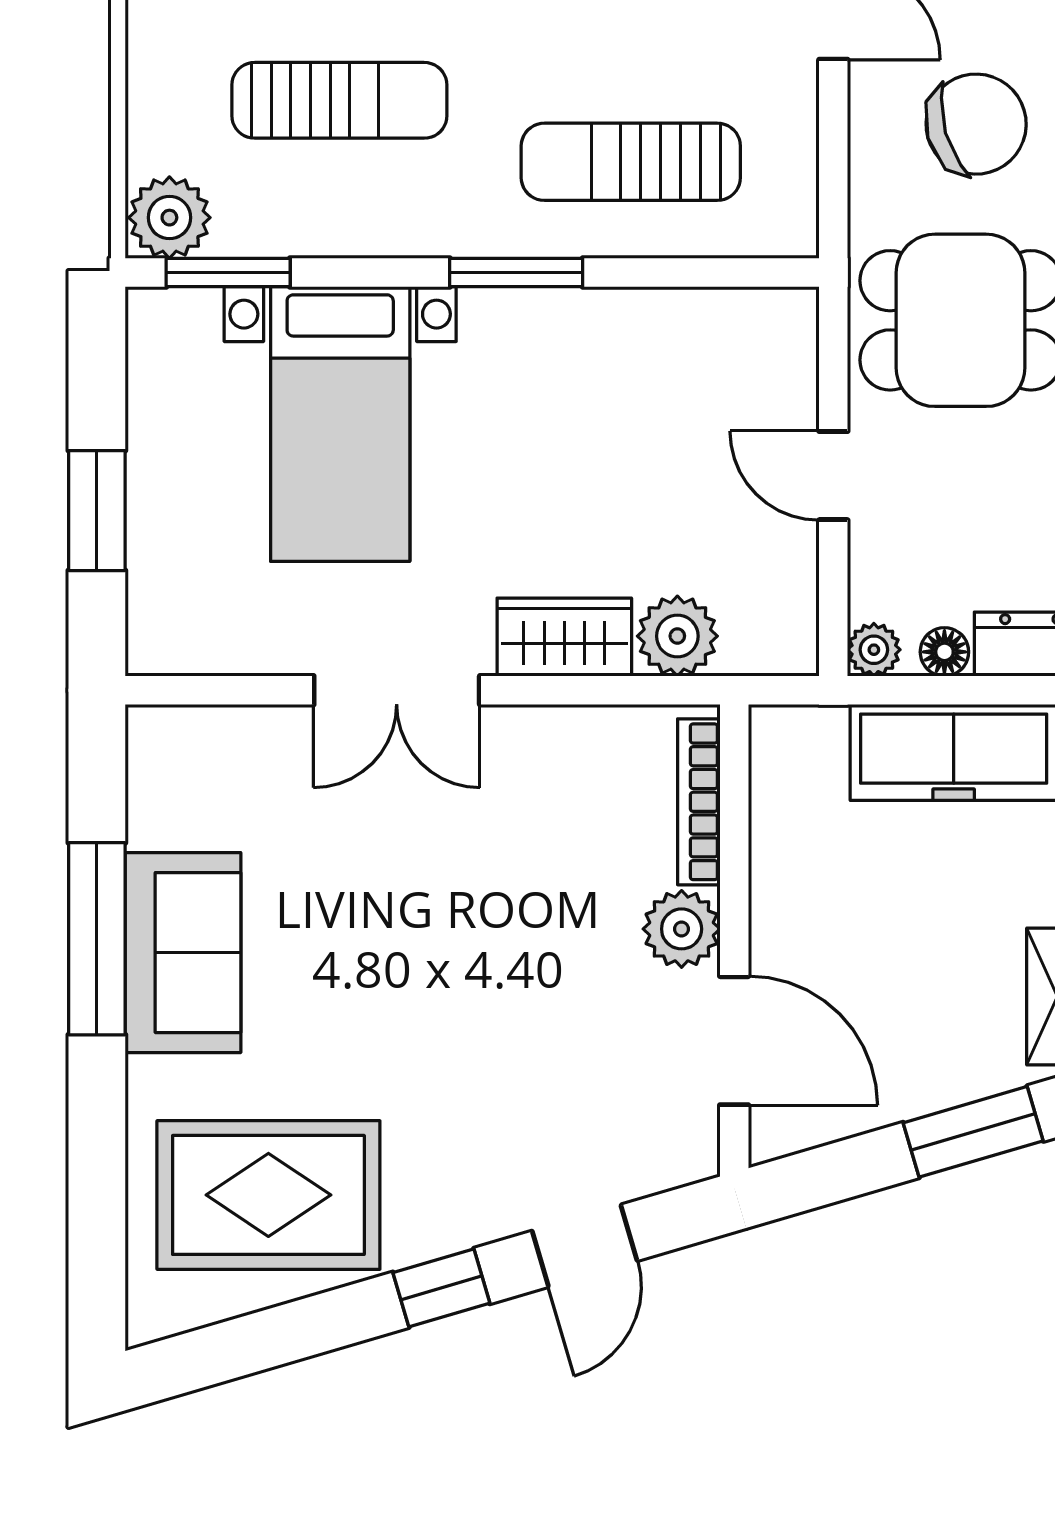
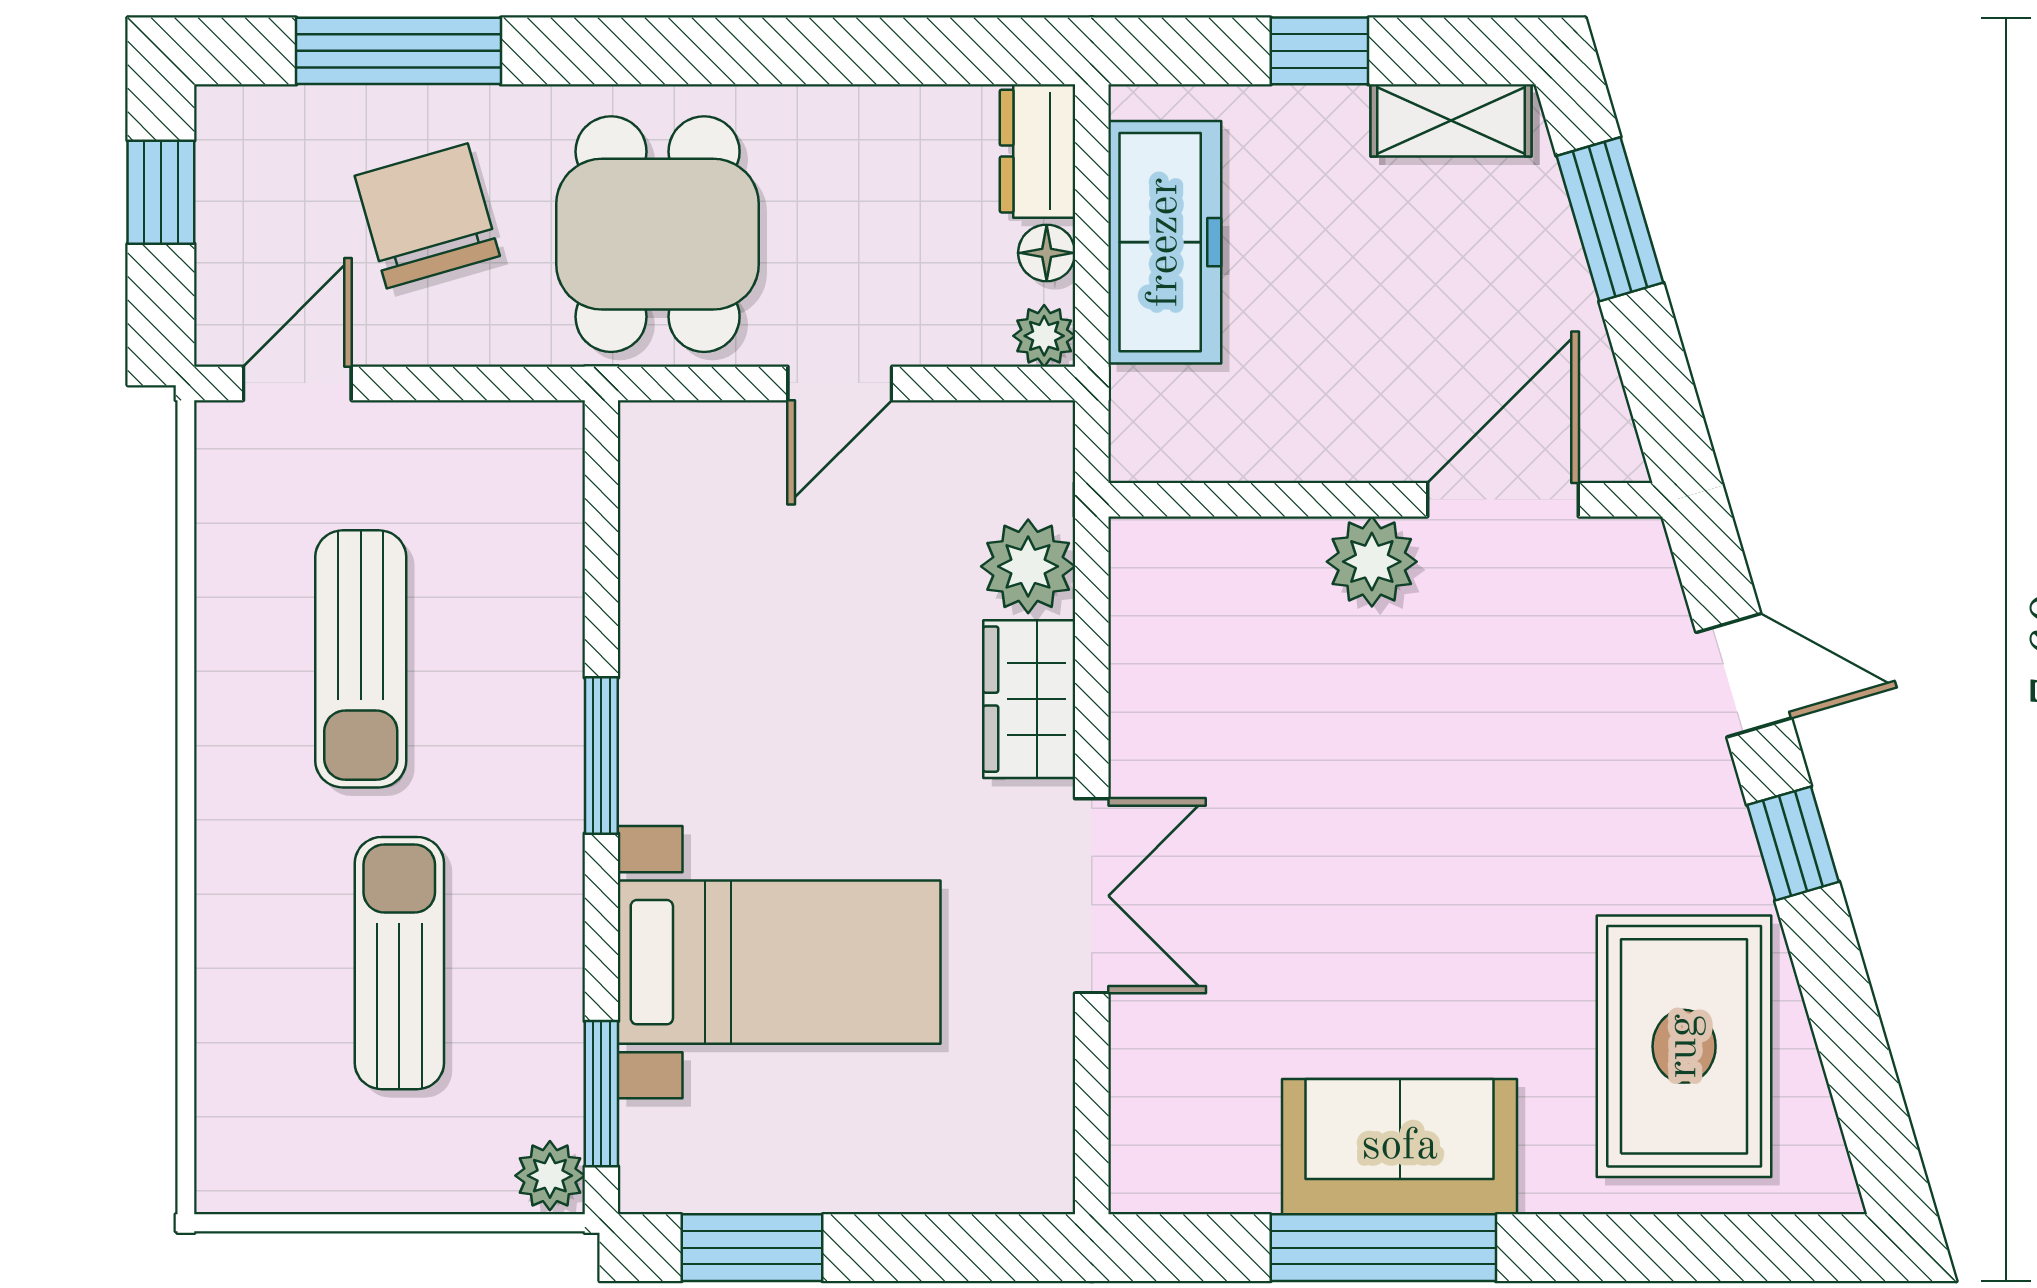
sun lounger: (631, 162) -> (361, 659), moved
plant: (169, 218) -> (550, 1176), width x0.73, depth x0.73
window: (97, 511) -> (752, 1248), moved
bookcase: (699, 802) -> (1223, 541), removed

